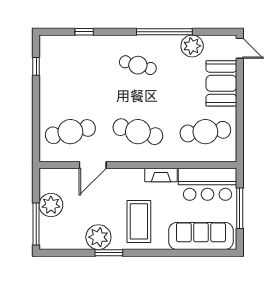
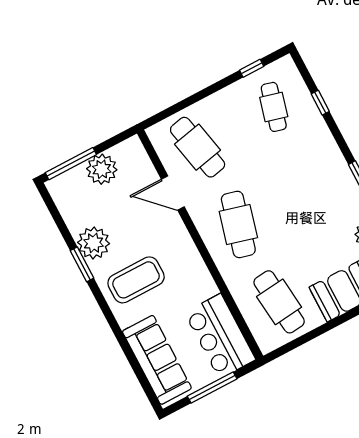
cafe table: (138, 65) -> (274, 107), moved
fireplace: (161, 175) -> (203, 277), removed

